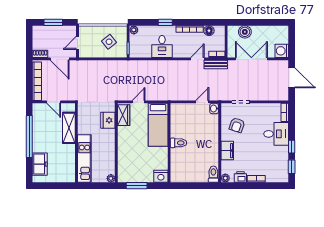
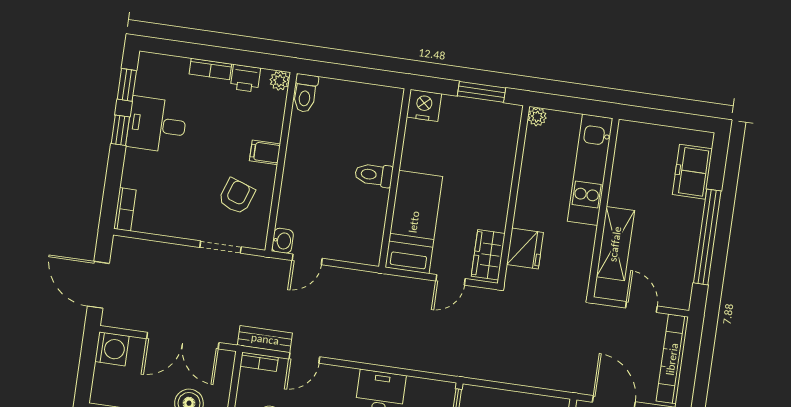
desk: (276, 134) -> (157, 125), moved
filing cabinet: (227, 151) -> (265, 152), width x0.50

